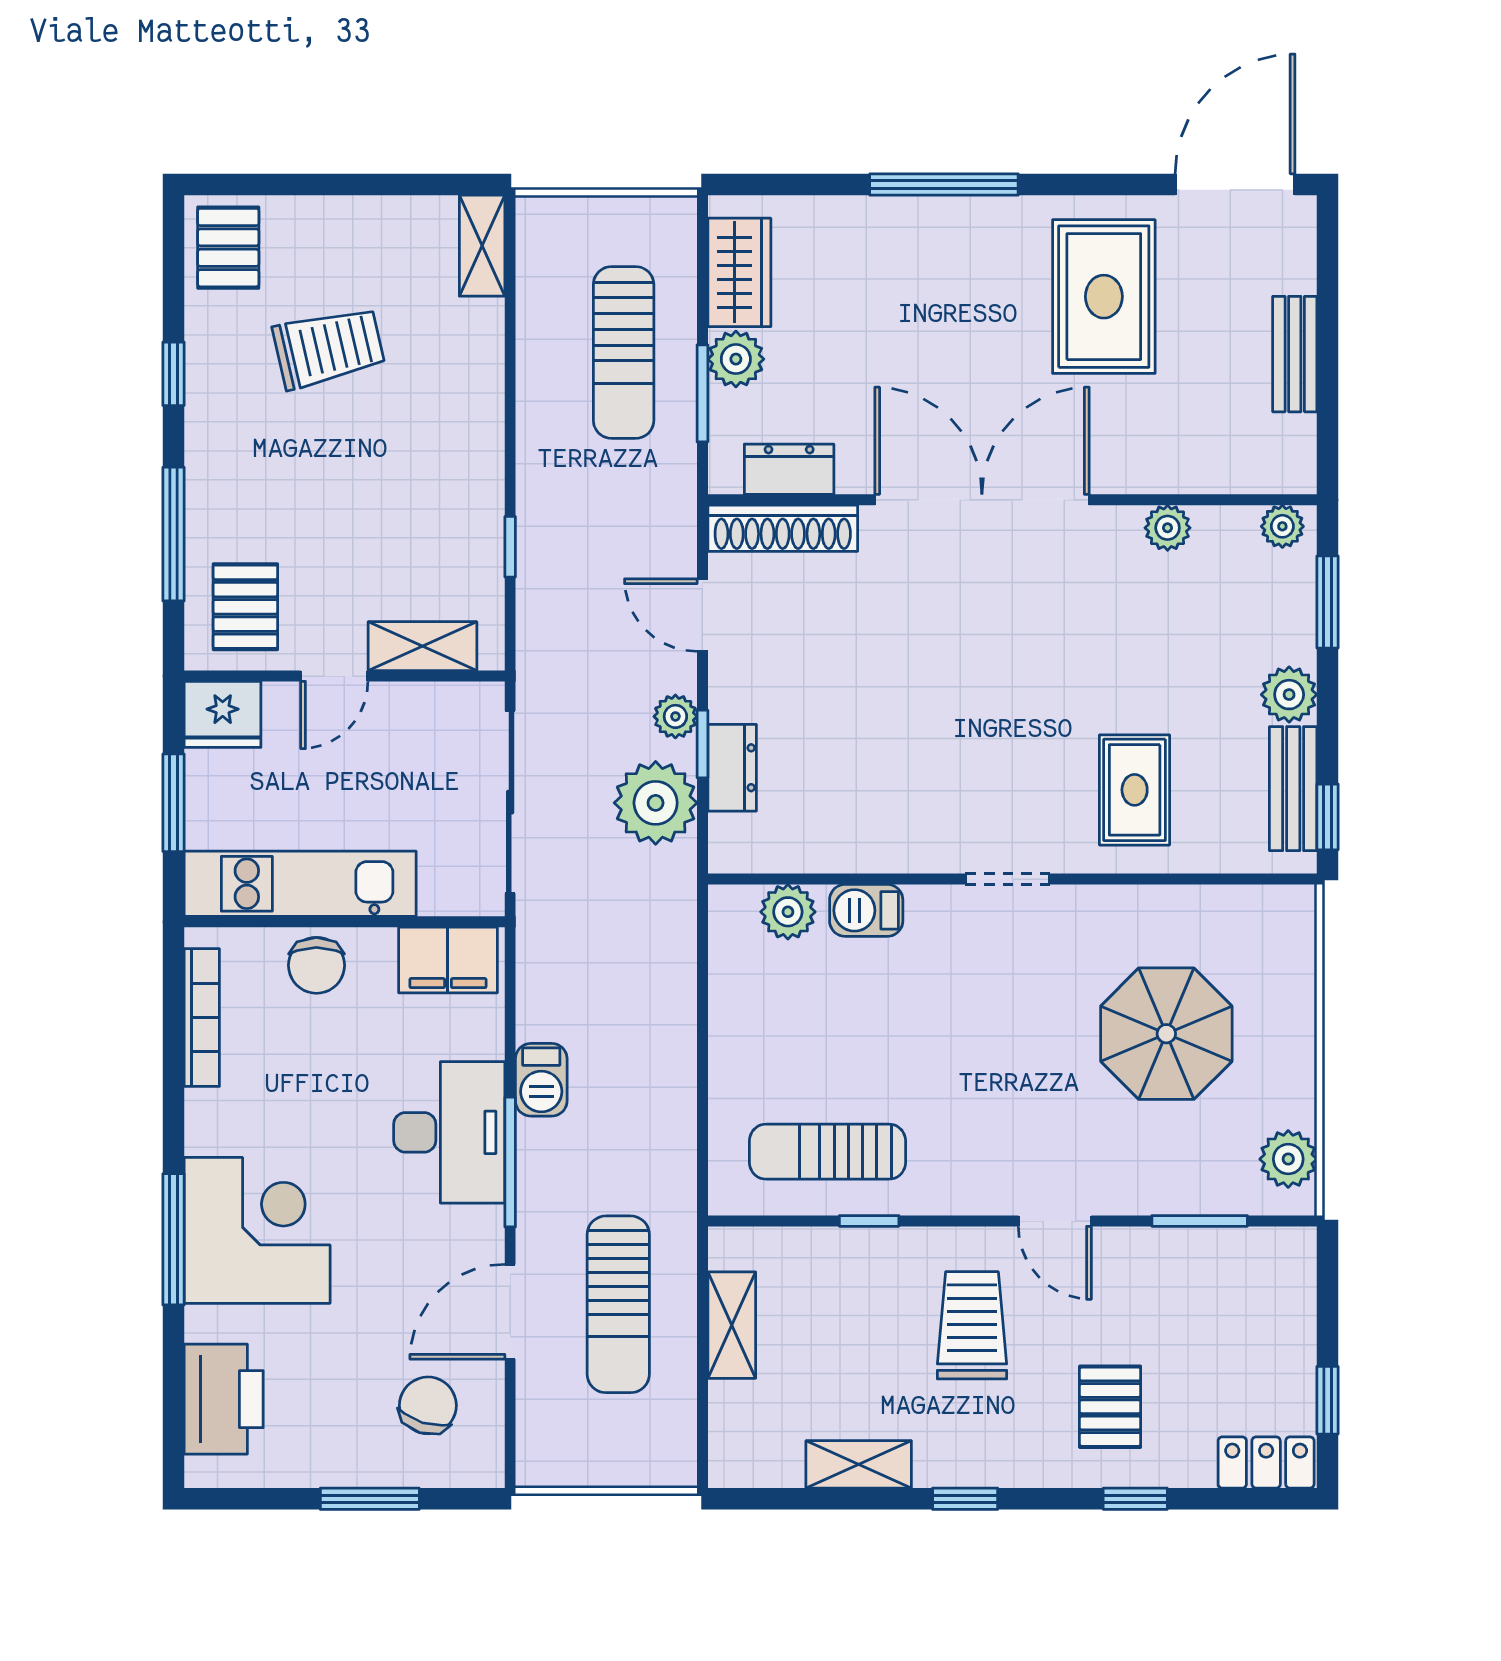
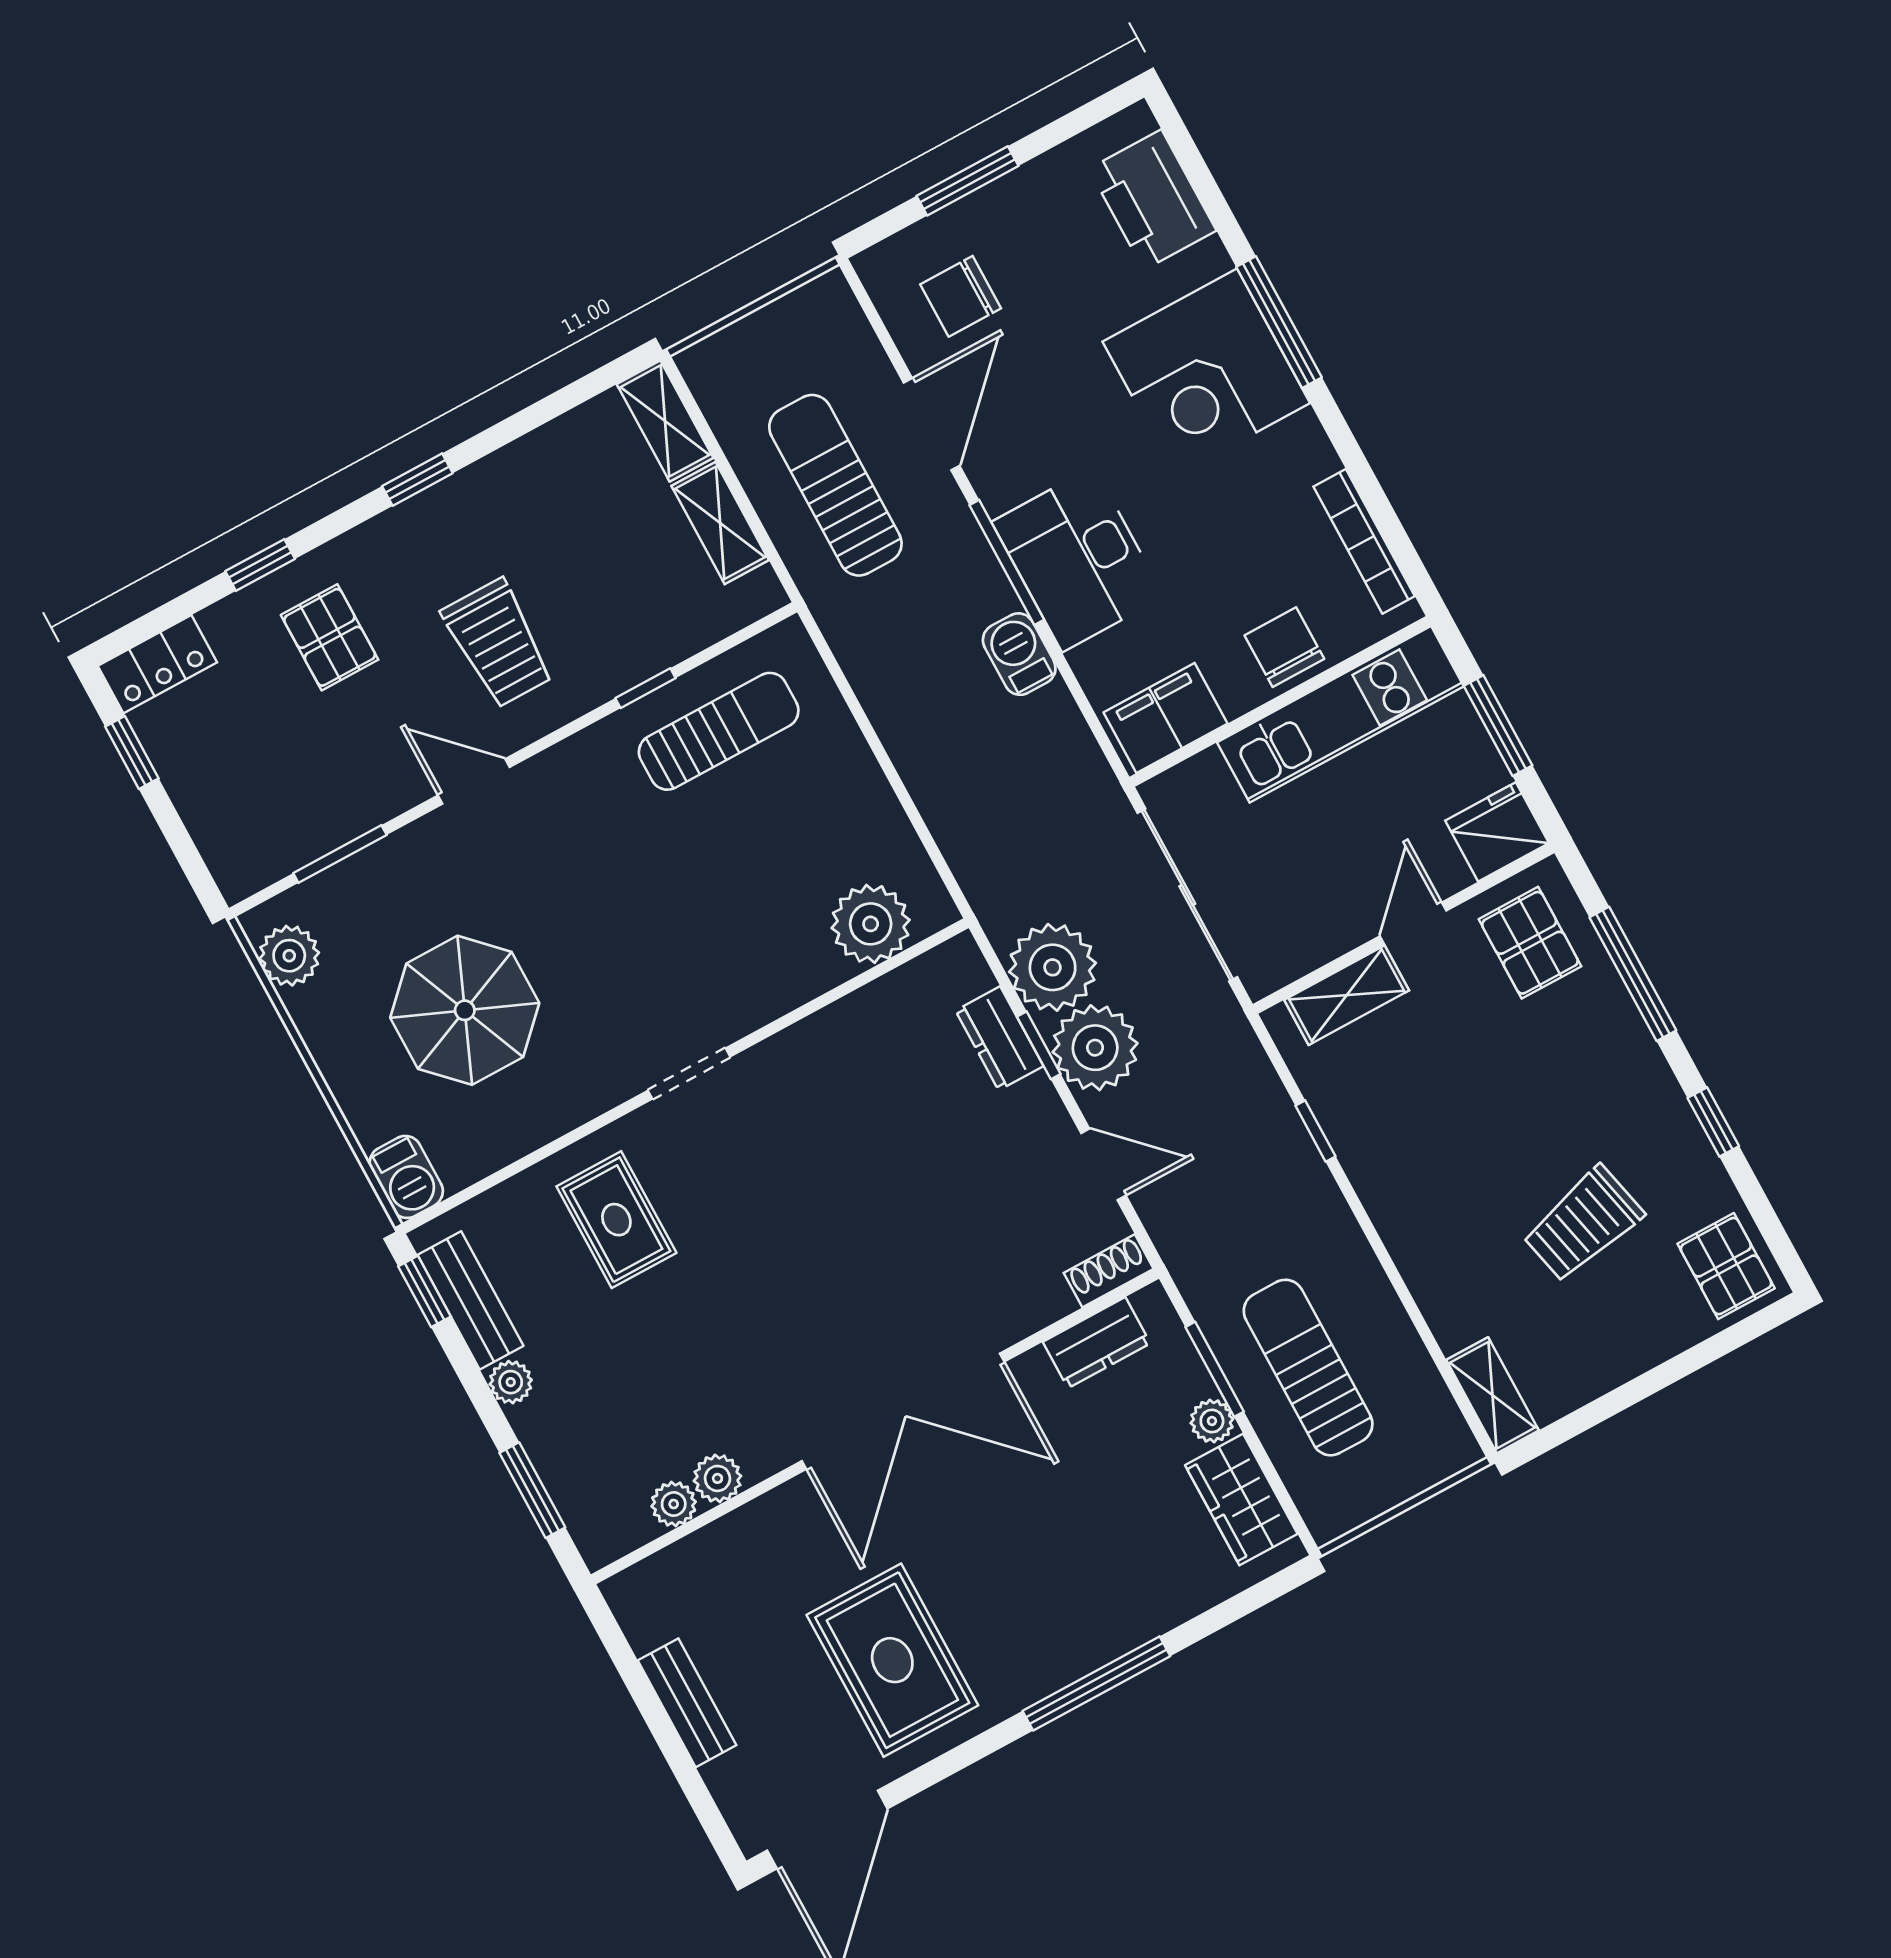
plant: (736, 359) -> (1212, 1421), width x0.73, depth x0.73
plant: (1282, 526) -> (674, 1504), moved
shoe rack: (783, 528) -> (1109, 1271), width x0.51, depth x0.81
plant: (1289, 695) -> (511, 1382), width x0.73, depth x0.73
plant: (675, 716) -> (1095, 1048), width x1.88, depth x1.88
barbecue: (866, 910) -> (406, 1177), moved, turned 90
plant: (788, 912) -> (871, 924), width x1.36, depth x1.36
chair: (428, 1405) -> (961, 296), turned 73
shelving: (859, 1464) -> (665, 421), moved, turned 90

